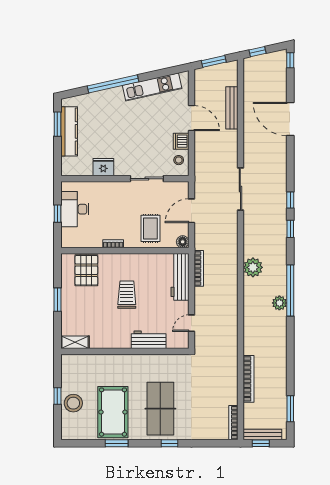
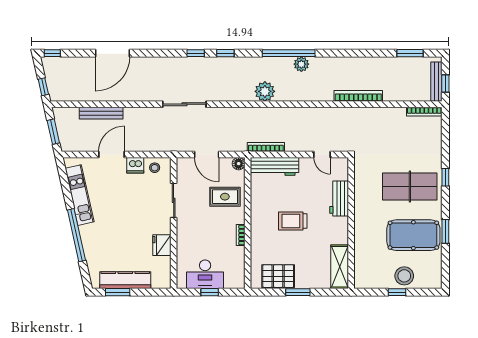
pallet: (86, 270) -> (278, 276), moved
shelving: (75, 342) -> (340, 267), width x1.50, depth x1.33
bookcase: (249, 379) -> (358, 96), moved

